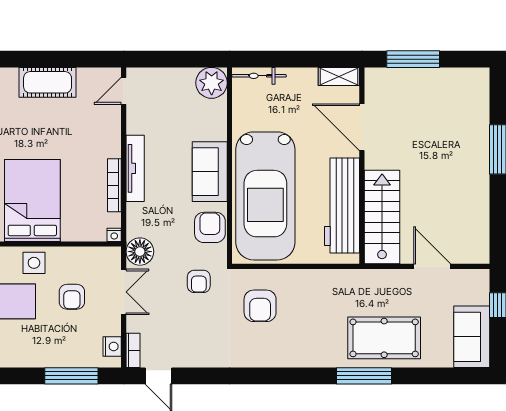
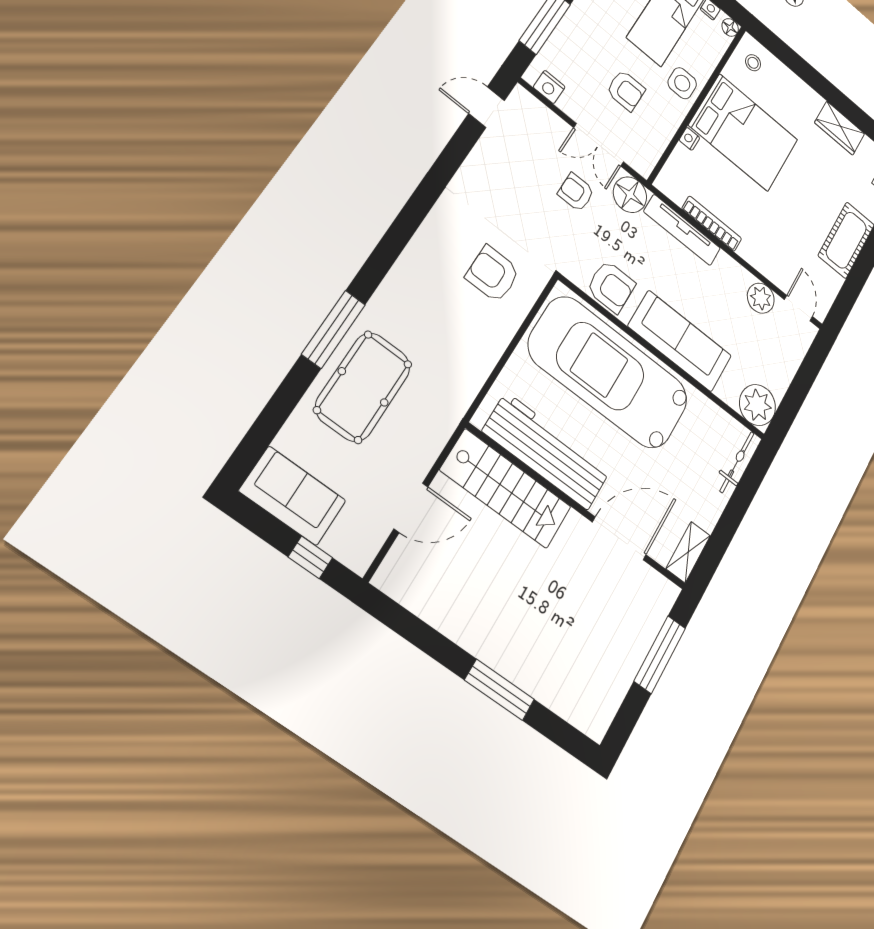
plant: (138, 122) -> (761, 298), added
tv unit: (135, 168) -> (682, 230), moved
sofa: (210, 172) -> (680, 341), width x1.36
nightstand: (114, 235) -> (689, 139), moved
armchair: (199, 281) -> (576, 192), moved
armchair: (72, 297) -> (626, 90), turned 180
bookcase: (133, 350) -> (531, 104), removed

